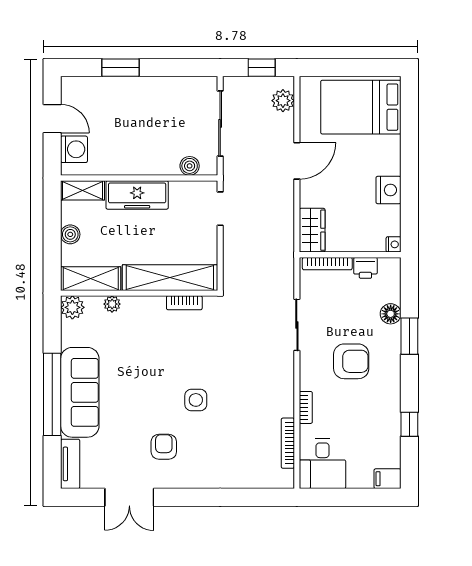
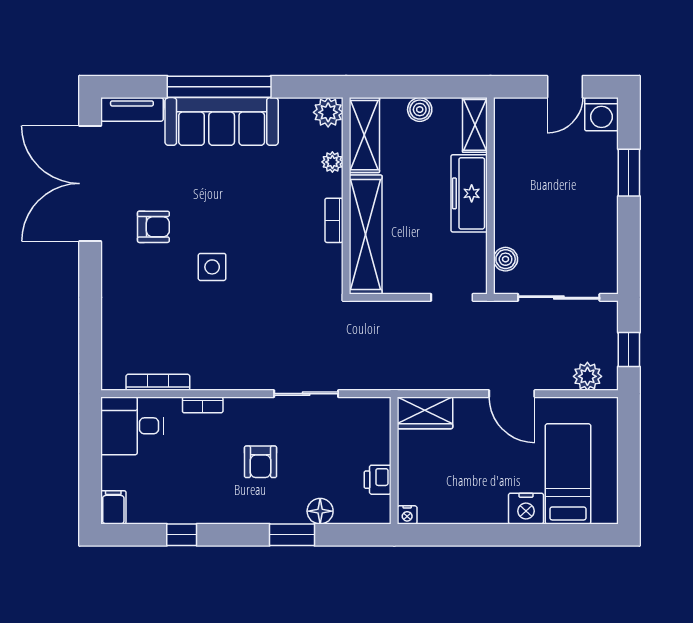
bed: (361, 107) -> (568, 474), width x0.67
washing machine: (74, 149) -> (601, 114), moved
nightstand: (388, 190) -> (526, 509), moved
bookcase: (327, 264) -> (383, 432), removed
bookcase: (184, 303) -> (334, 220), moved
armchair: (351, 361) -> (260, 462), width x0.72, depth x0.72
double door: (129, 497) -> (90, 184), width x1.87

